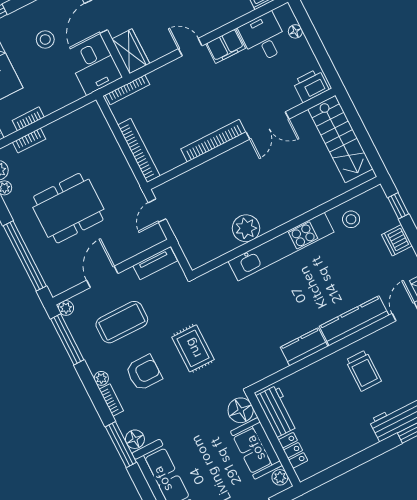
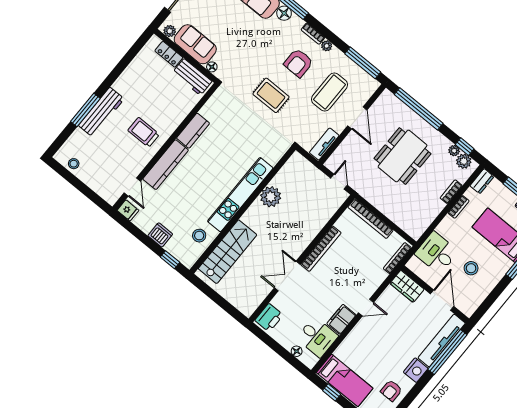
desk: (95, 67) -> (437, 253), moved
stairs: (340, 139) -> (228, 252), moved, turned 90
plant: (66, 308) -> (373, 85), removed
floor lamp: (241, 410) -> (212, 67), width x0.53, depth x0.53

